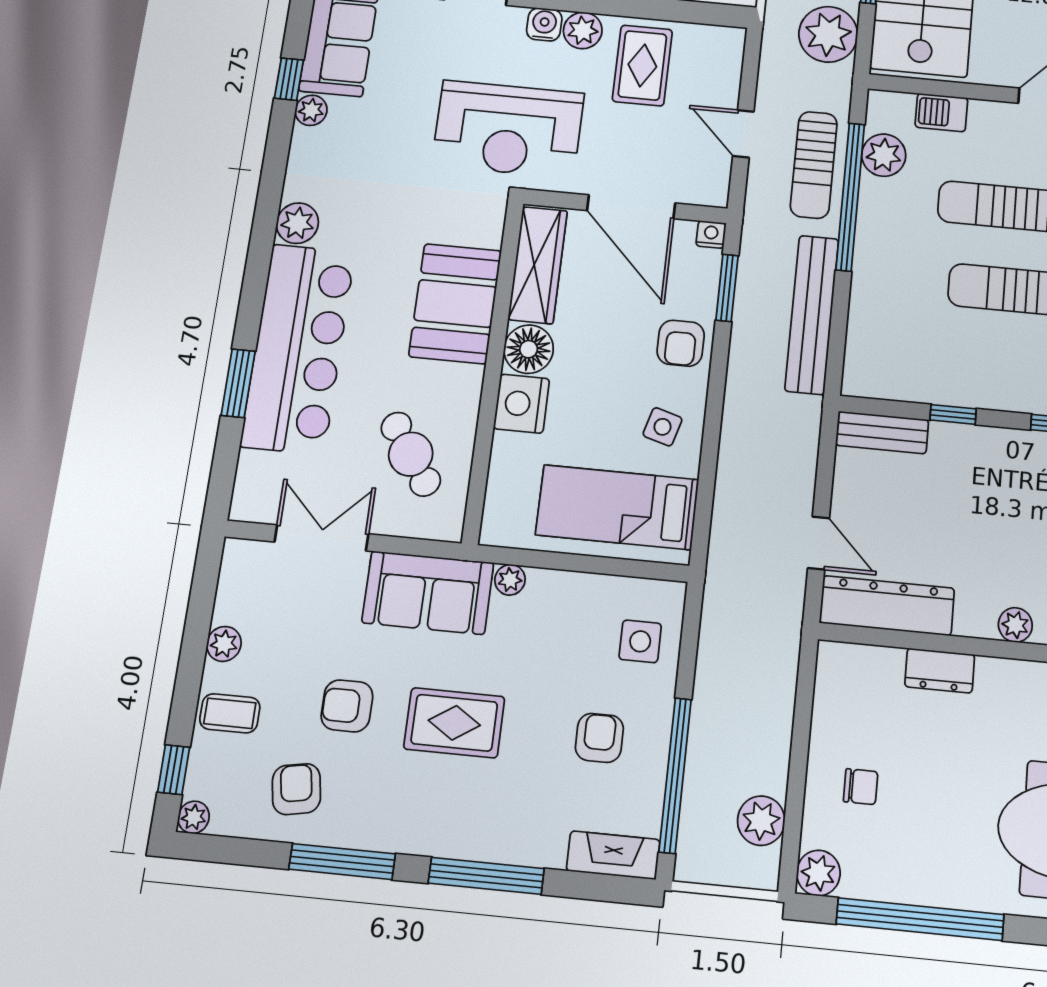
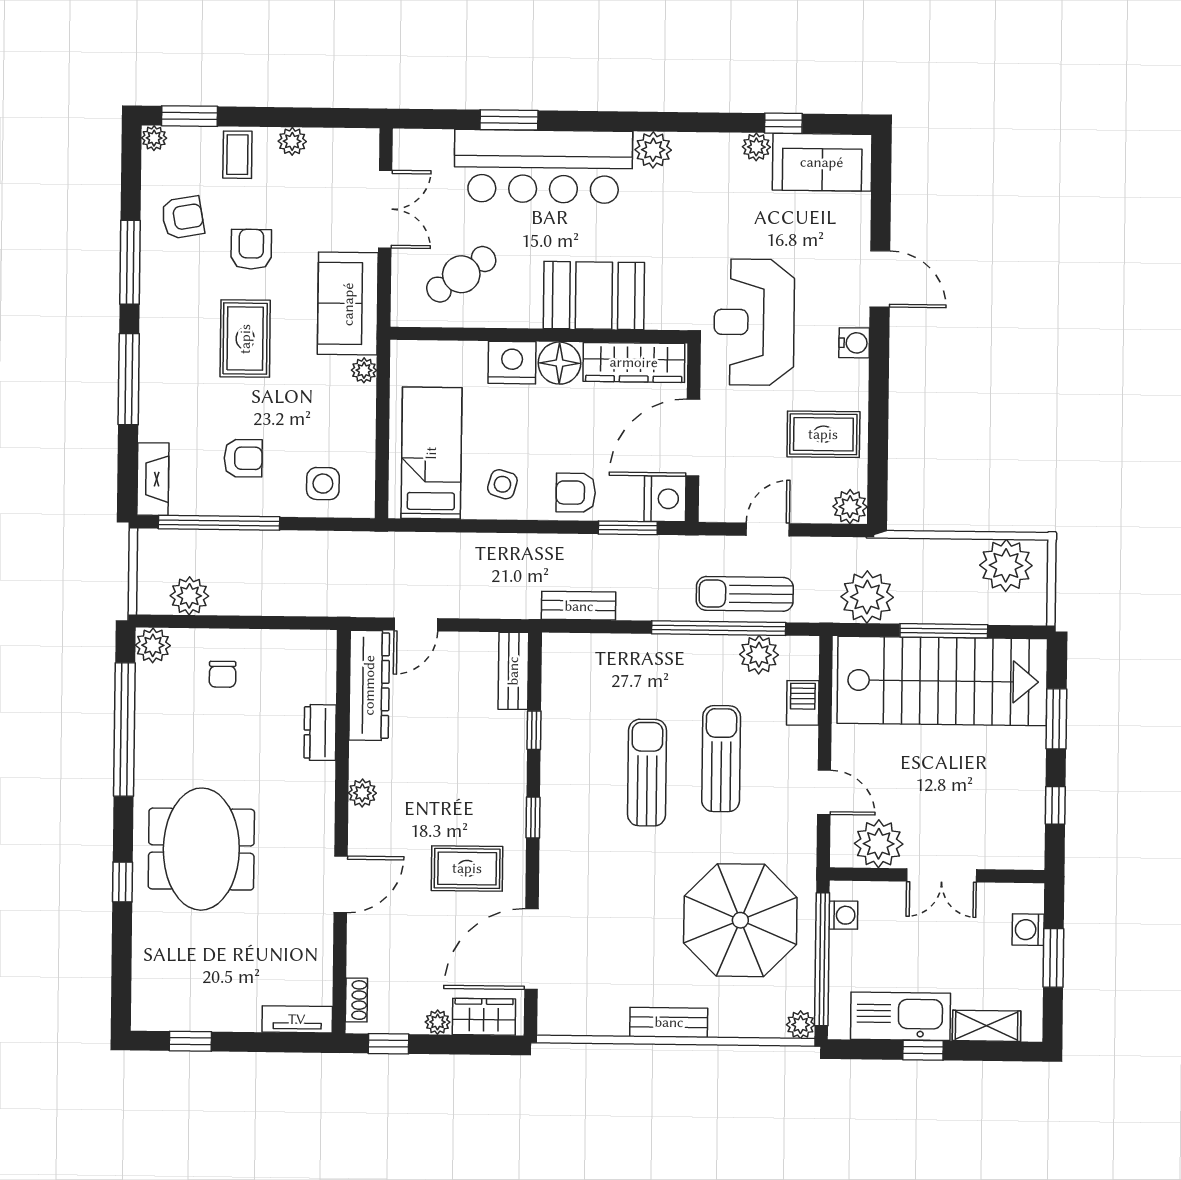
plant: (583, 30) -> (850, 507), moved
nightstand: (711, 234) -> (665, 499), width x1.89, depth x1.79
bench: (812, 314) -> (579, 606), width x0.54, depth x0.82
window: (174, 770) -> (190, 116), width x1.50

